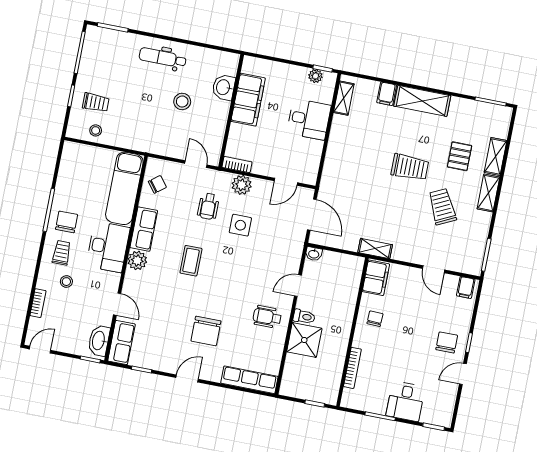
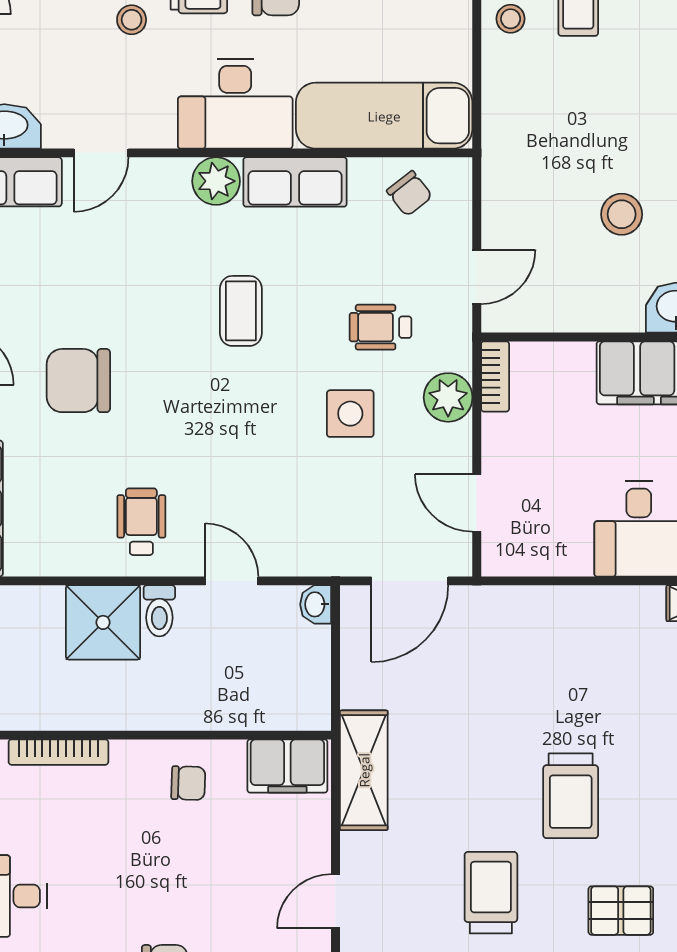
trolley: (442, 207) -> (491, 893), turned -64
shelving: (375, 249) -> (364, 770), width x1.50, depth x1.33
coffee table: (191, 261) -> (241, 311), turned 90

